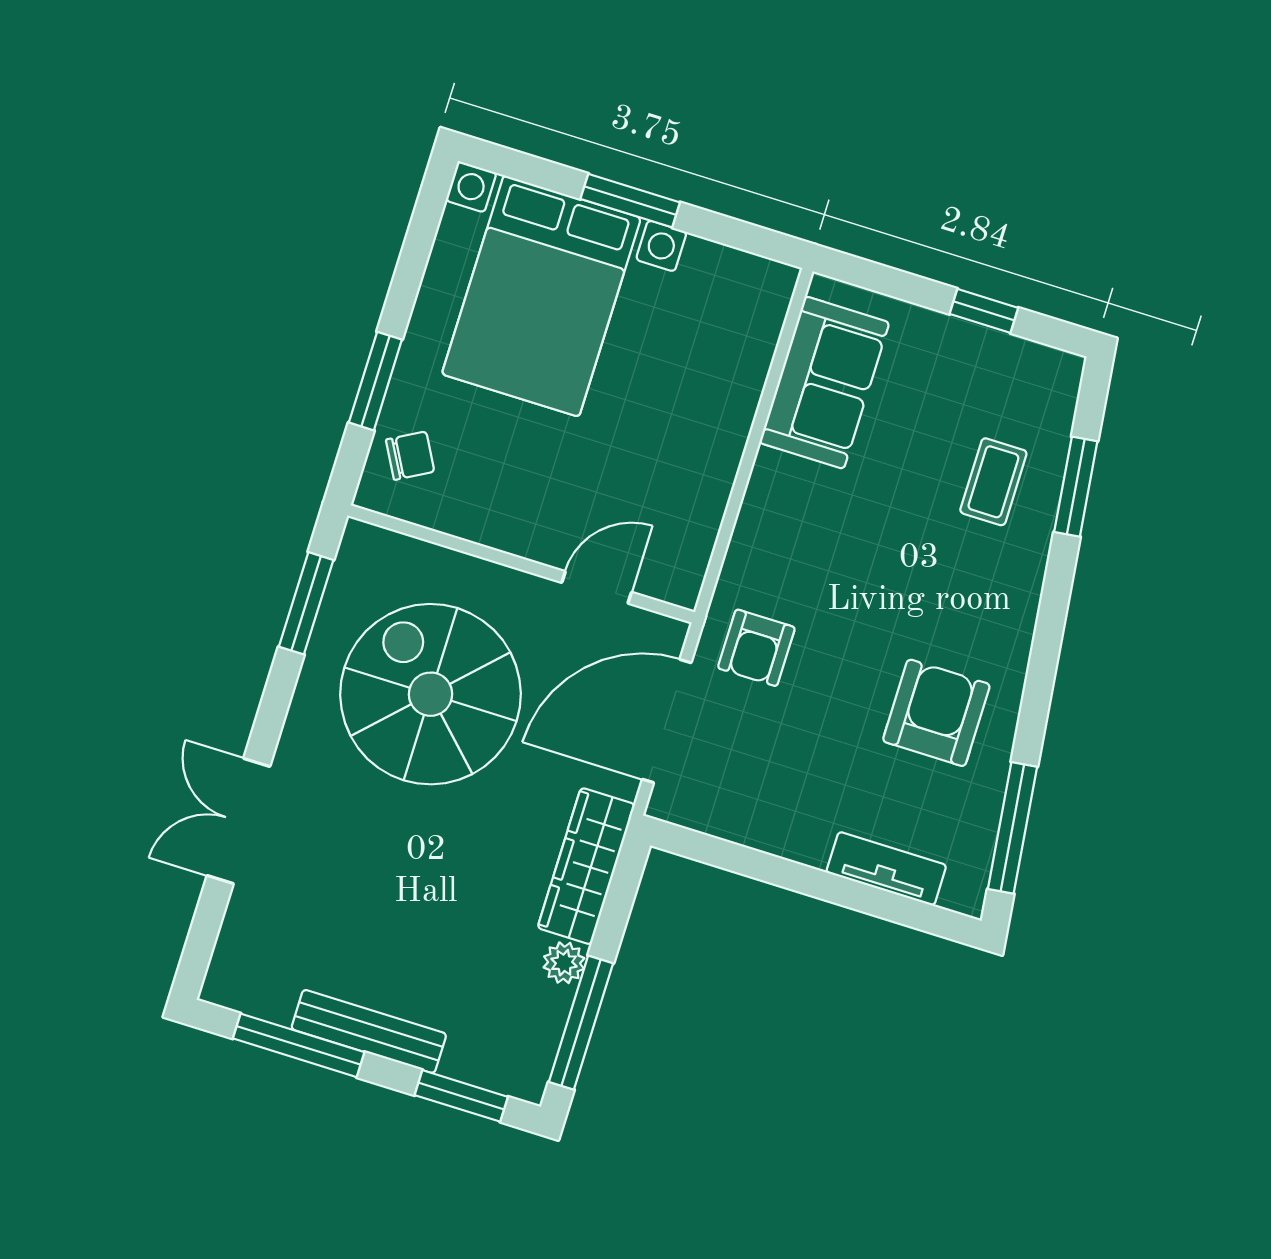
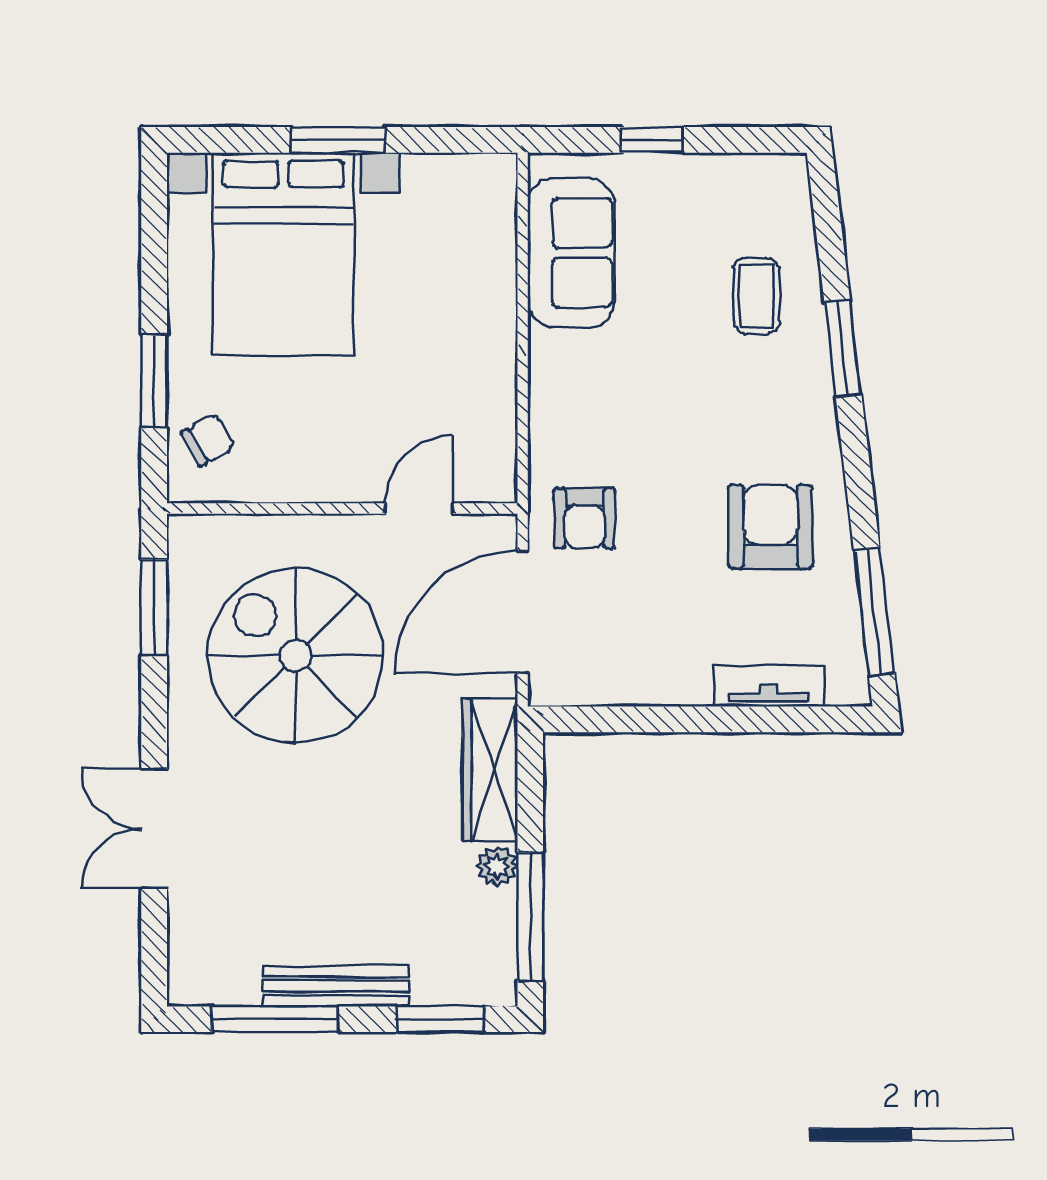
window: (984, 311) -> (652, 140), moved
window: (1076, 487) -> (843, 348), moved

